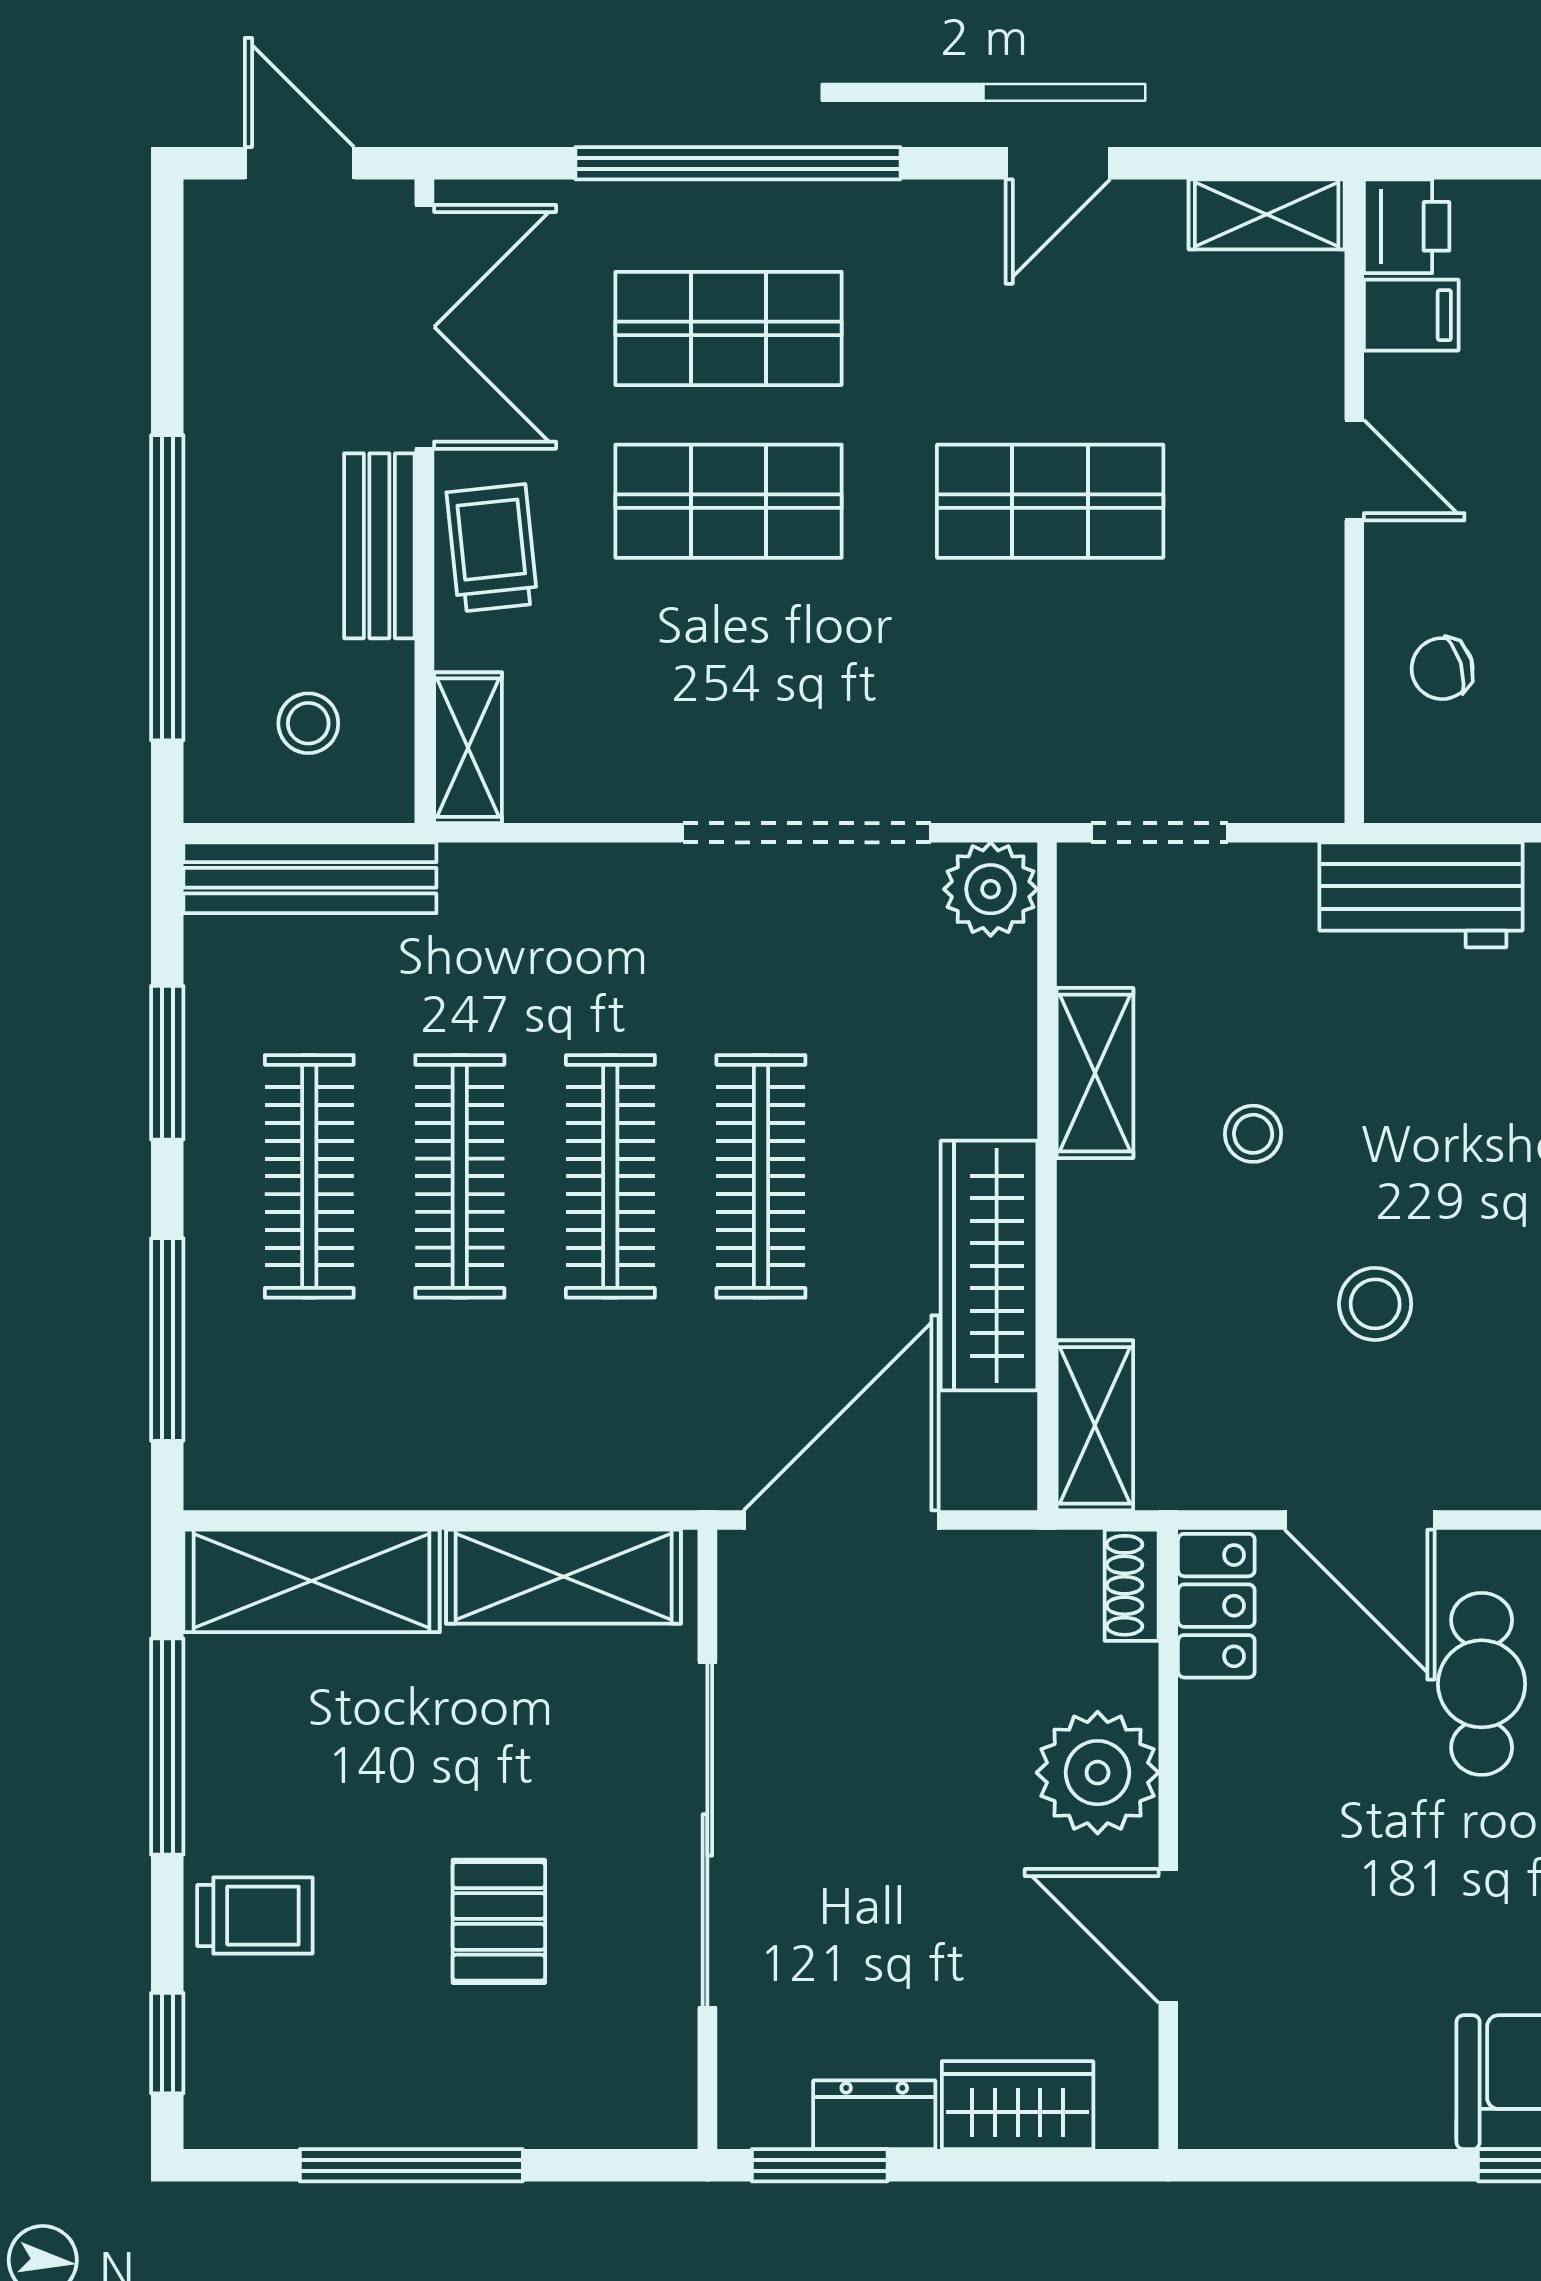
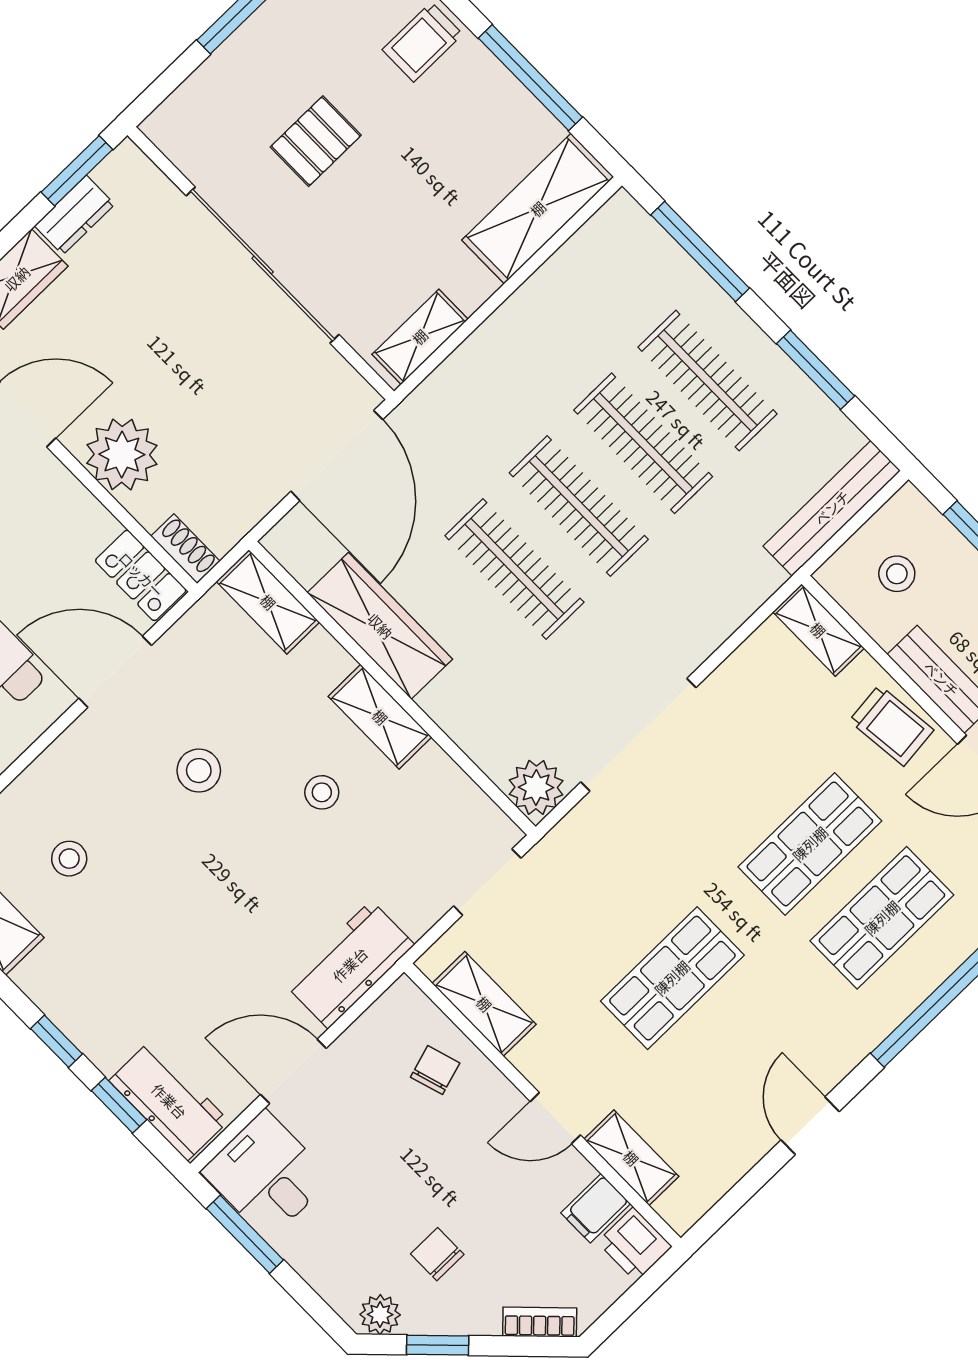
shelving: (1267, 214) -> (631, 1158), moved, turned 90
shelving: (1306, 691) -> (484, 1004), added
shelving: (1095, 1073) -> (380, 717), moved
shelving: (564, 1577) -> (420, 337), width x0.67, depth x0.75
pallet: (499, 1921) -> (316, 141), turned 90

